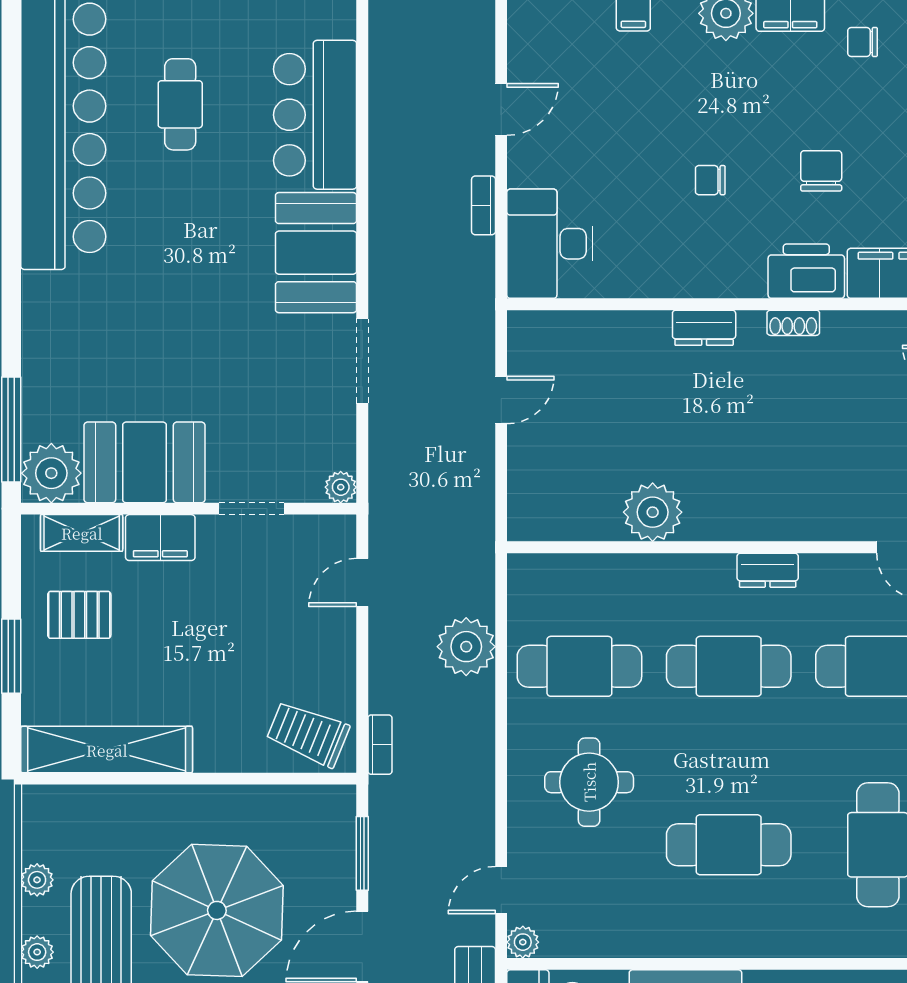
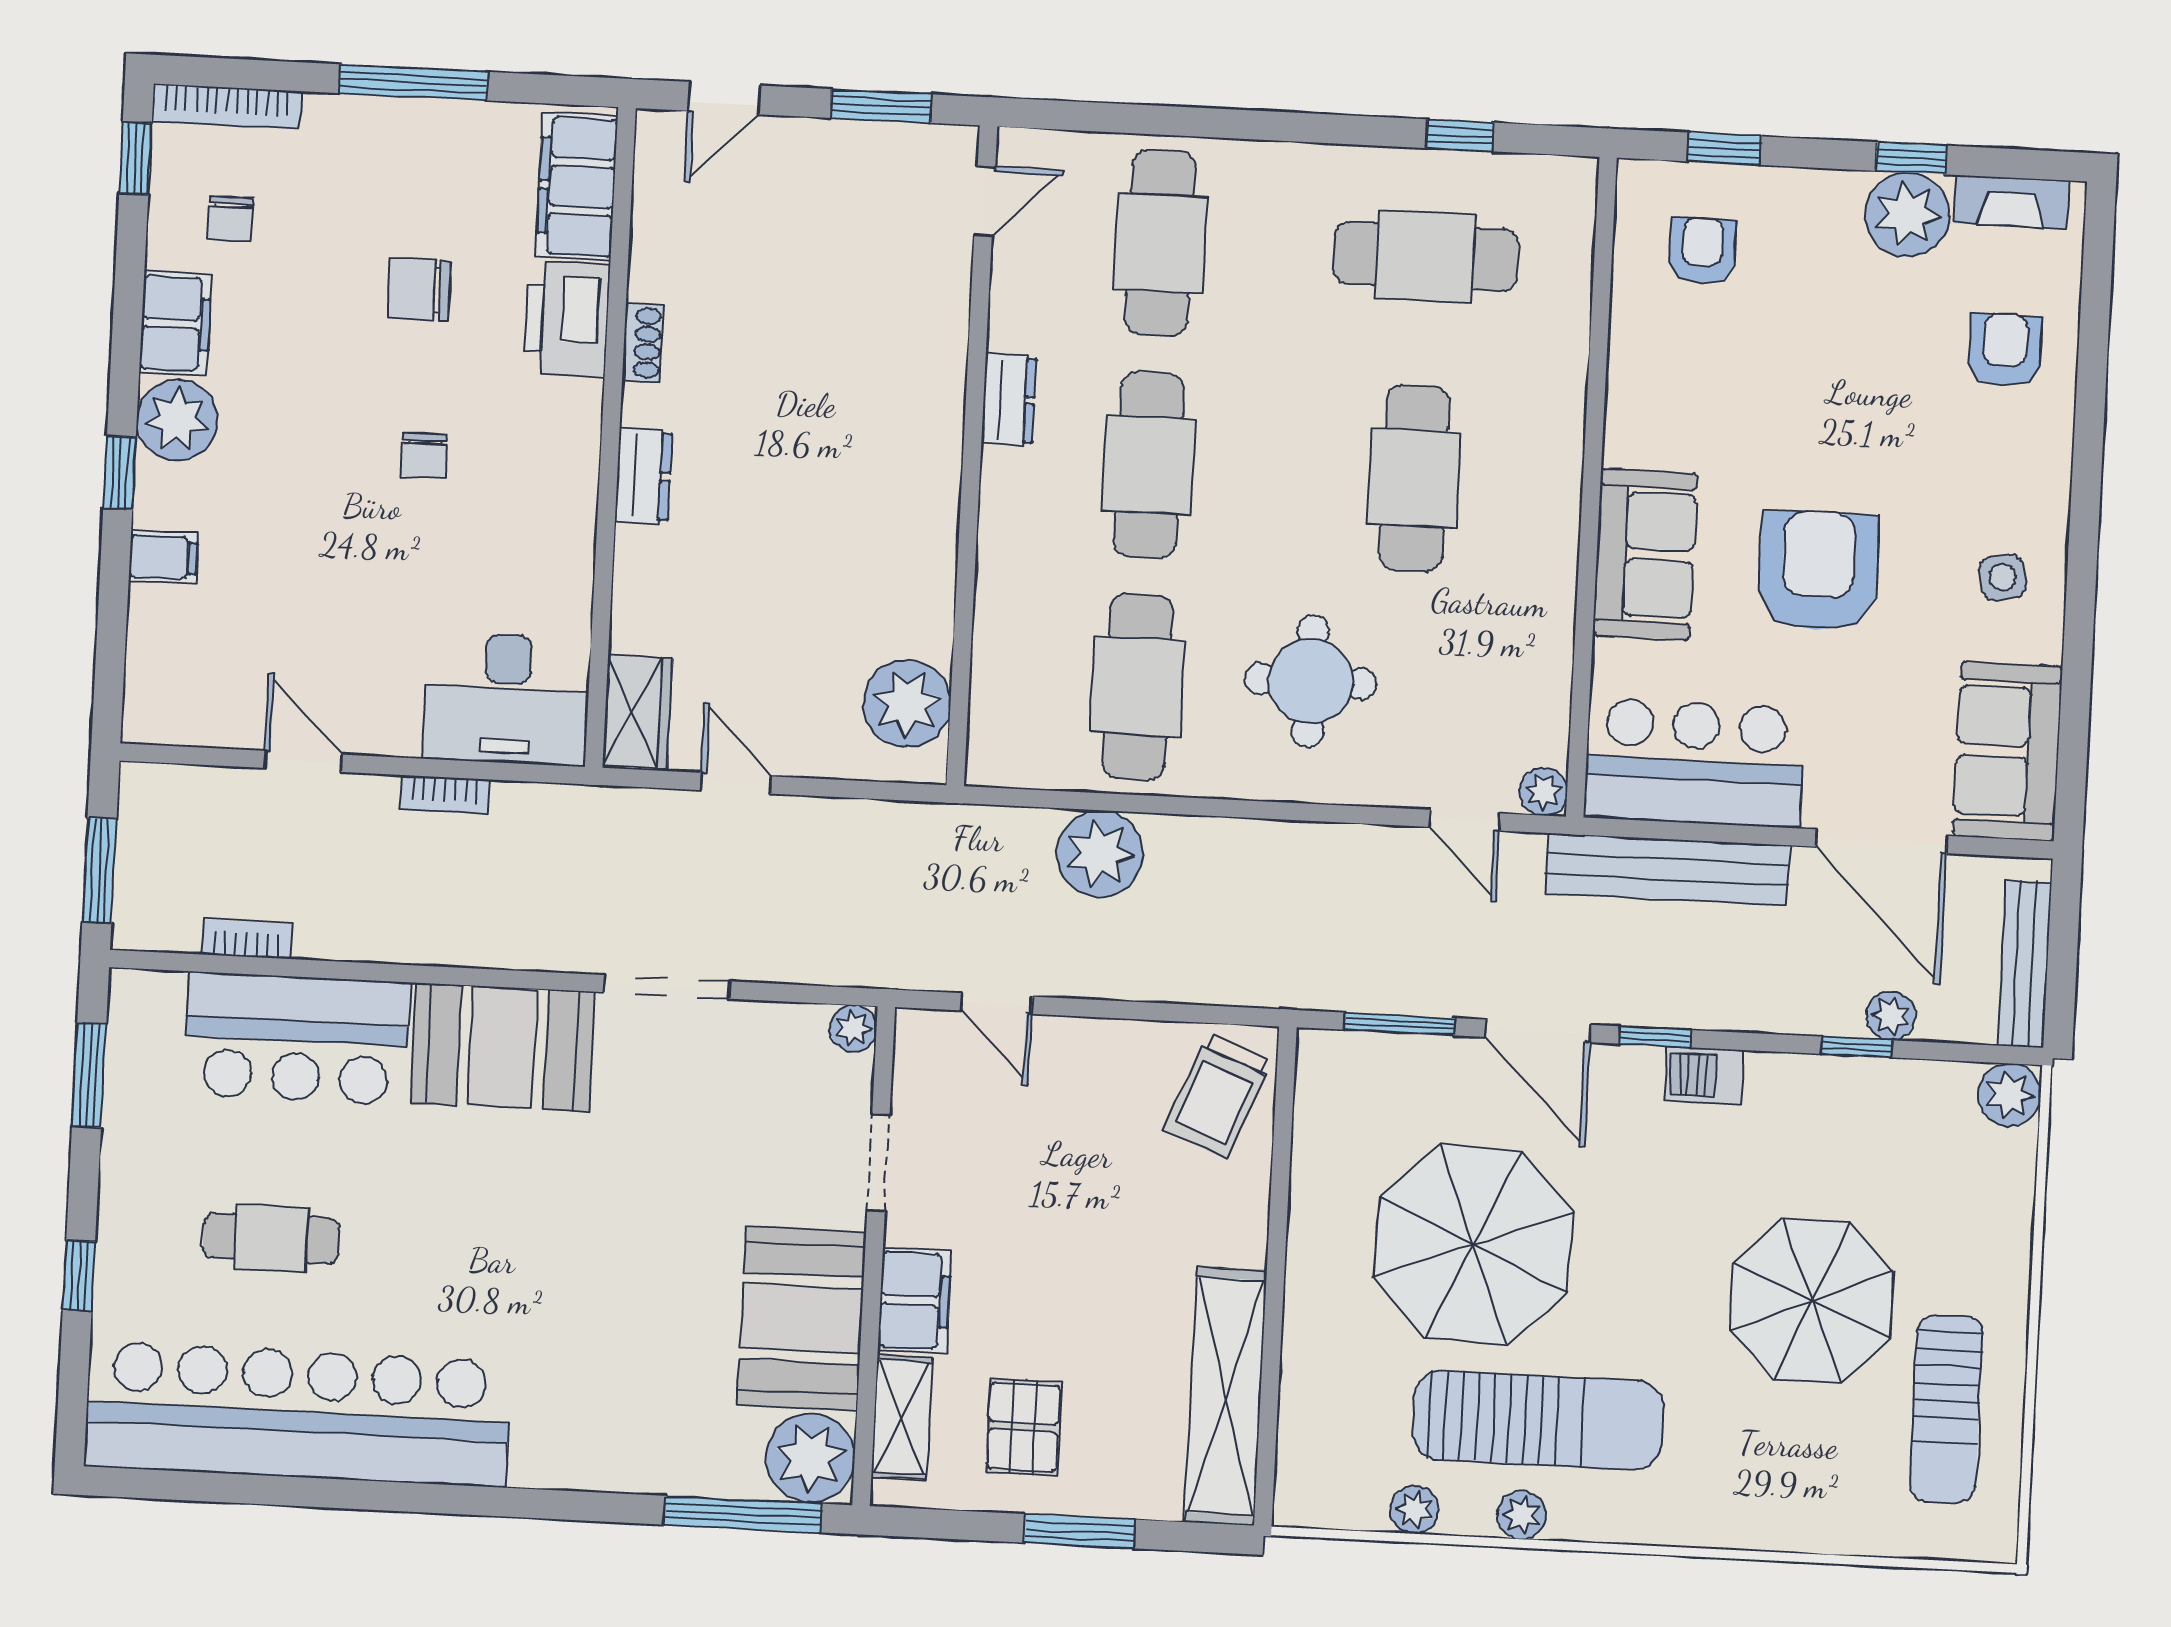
wardrobe: (546, 332) -> (637, 712), added
plant: (653, 512) -> (907, 703), moved
bookcase: (380, 745) -> (247, 939), moved

